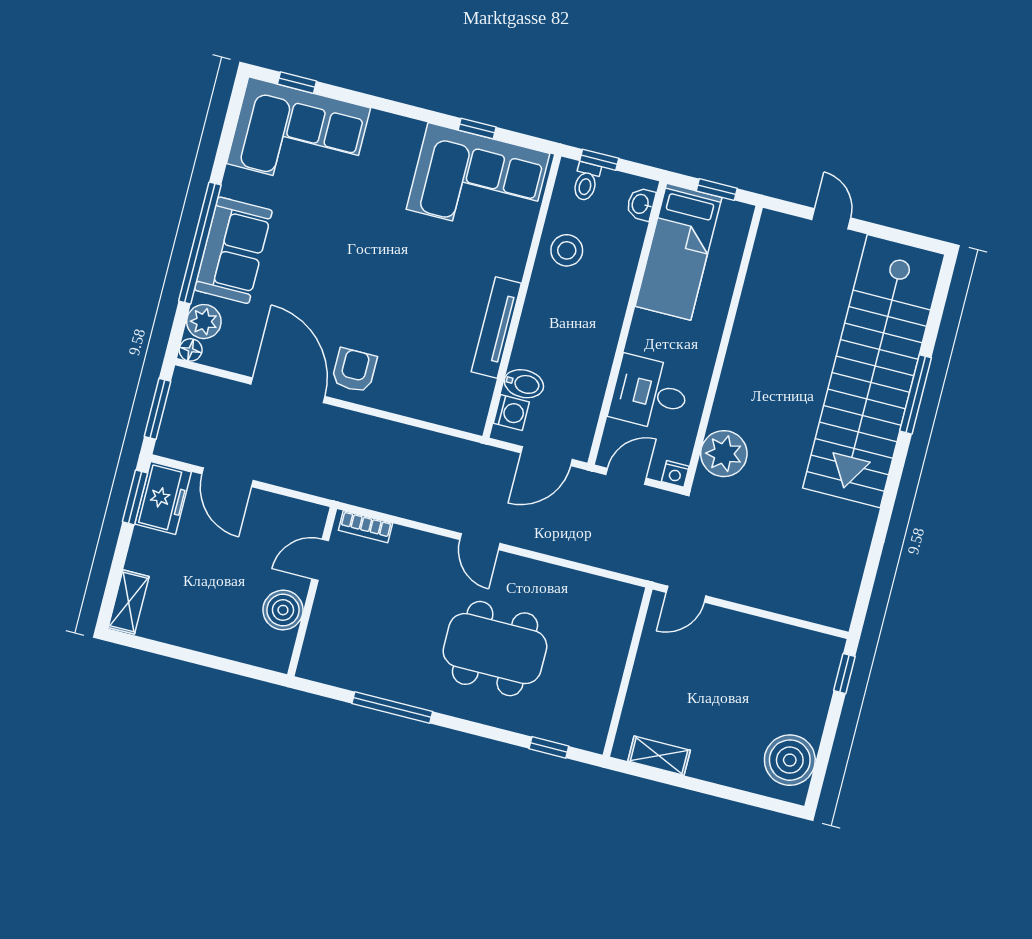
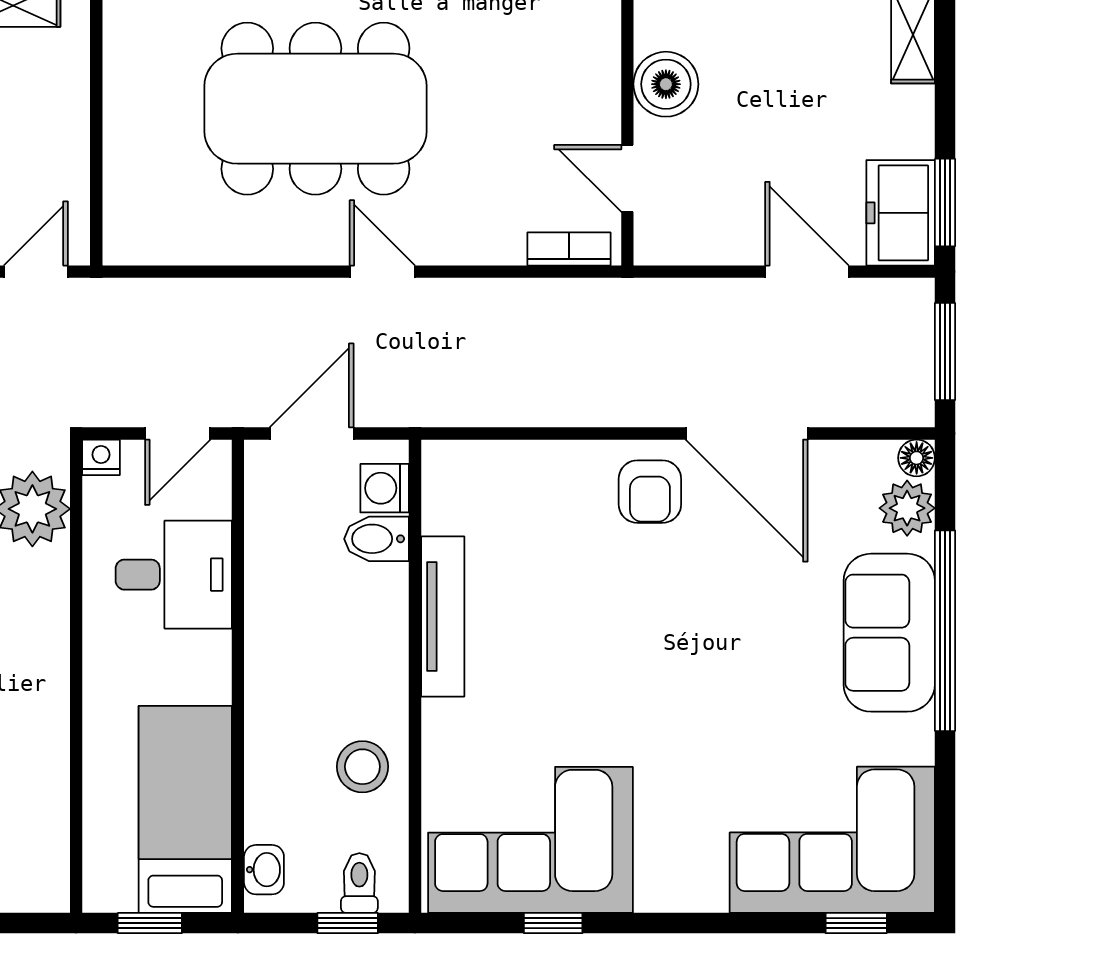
door: (320, 560) -> (627, 178), swing flipped
dining table: (495, 649) -> (315, 109), width x1.36, depth x1.24

